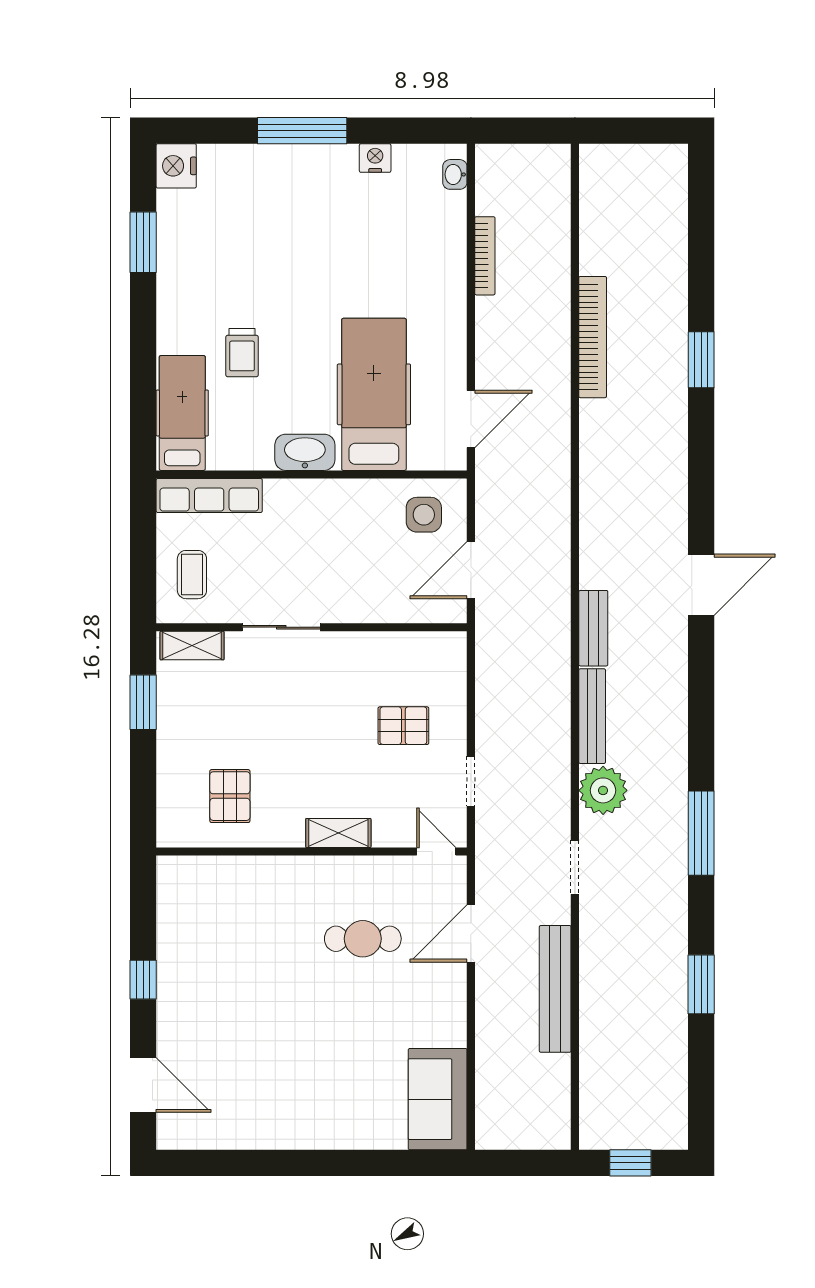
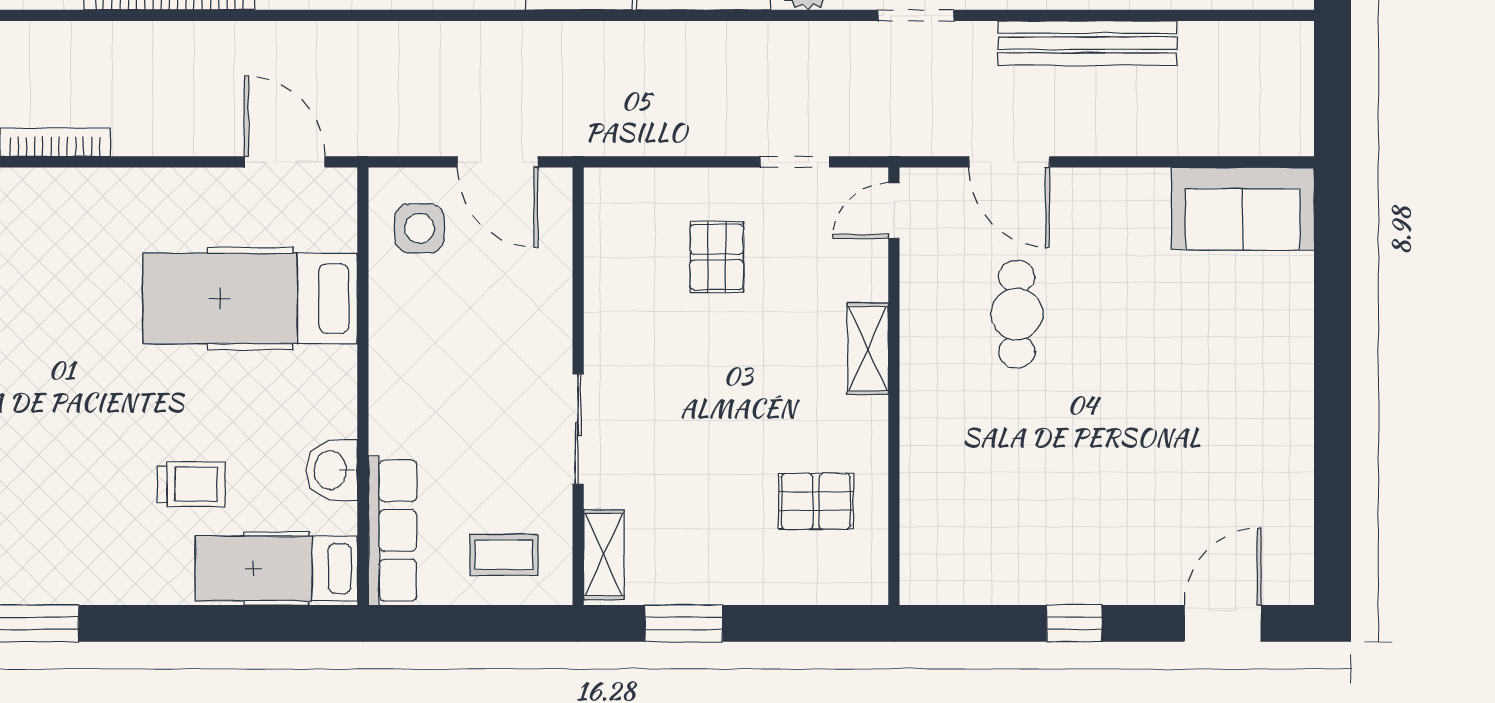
washbasin: (305, 452) -> (332, 470), moved, width x0.72

